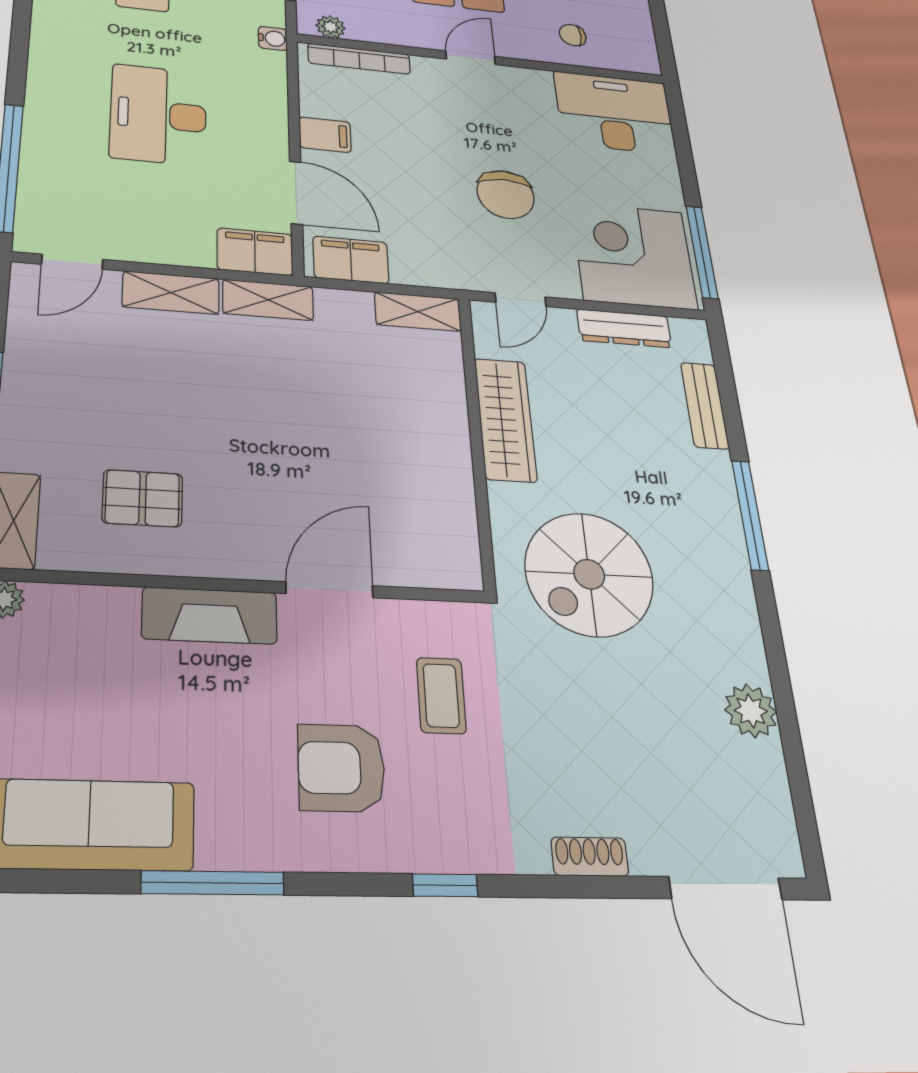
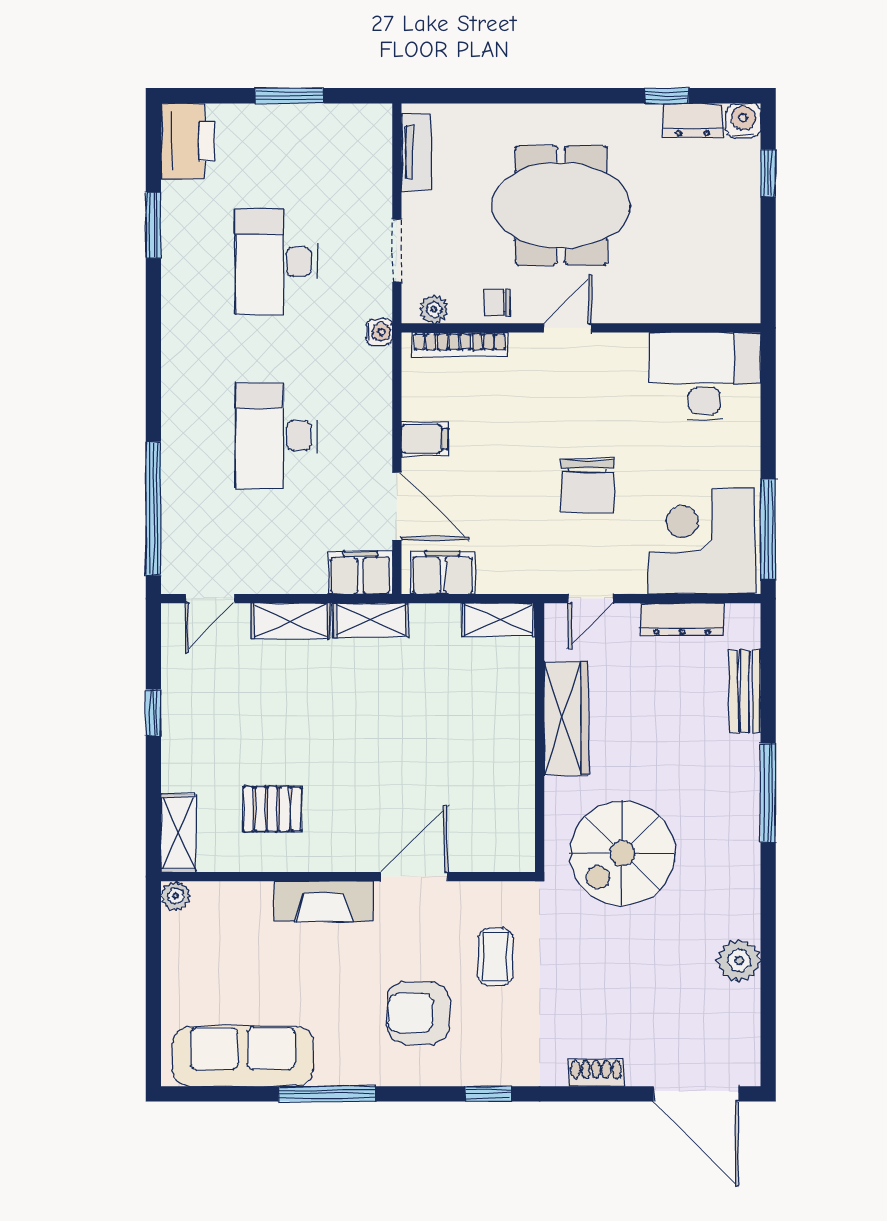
chair: (573, 35) -> (497, 302), moved

